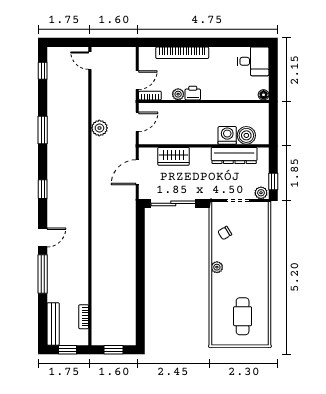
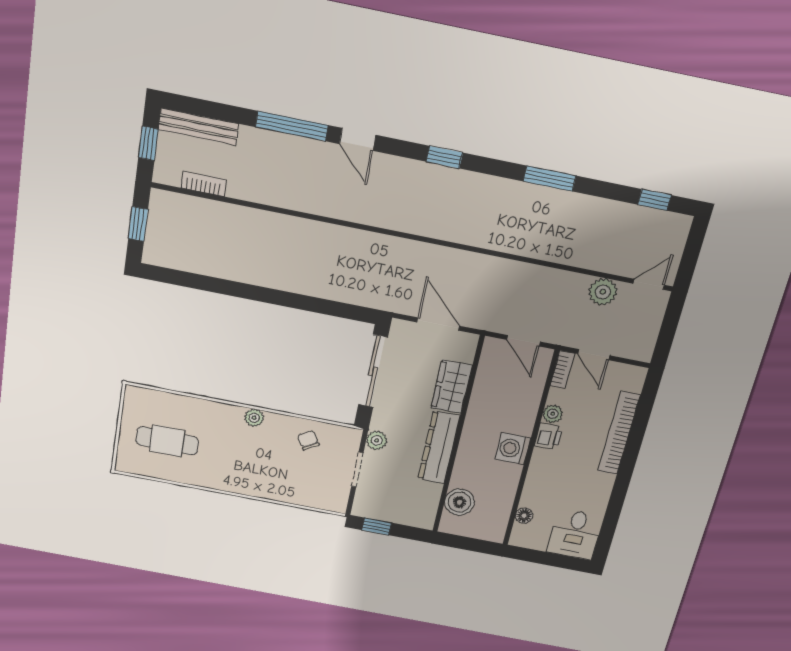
floor lamp: (264, 95) -> (524, 516), moved
plant: (99, 128) -> (603, 292), moved
washing machine: (227, 135) -> (513, 449), moved, turned 180
dresser: (234, 155) -> (439, 447), moved
plant: (261, 193) -> (377, 440), moved

